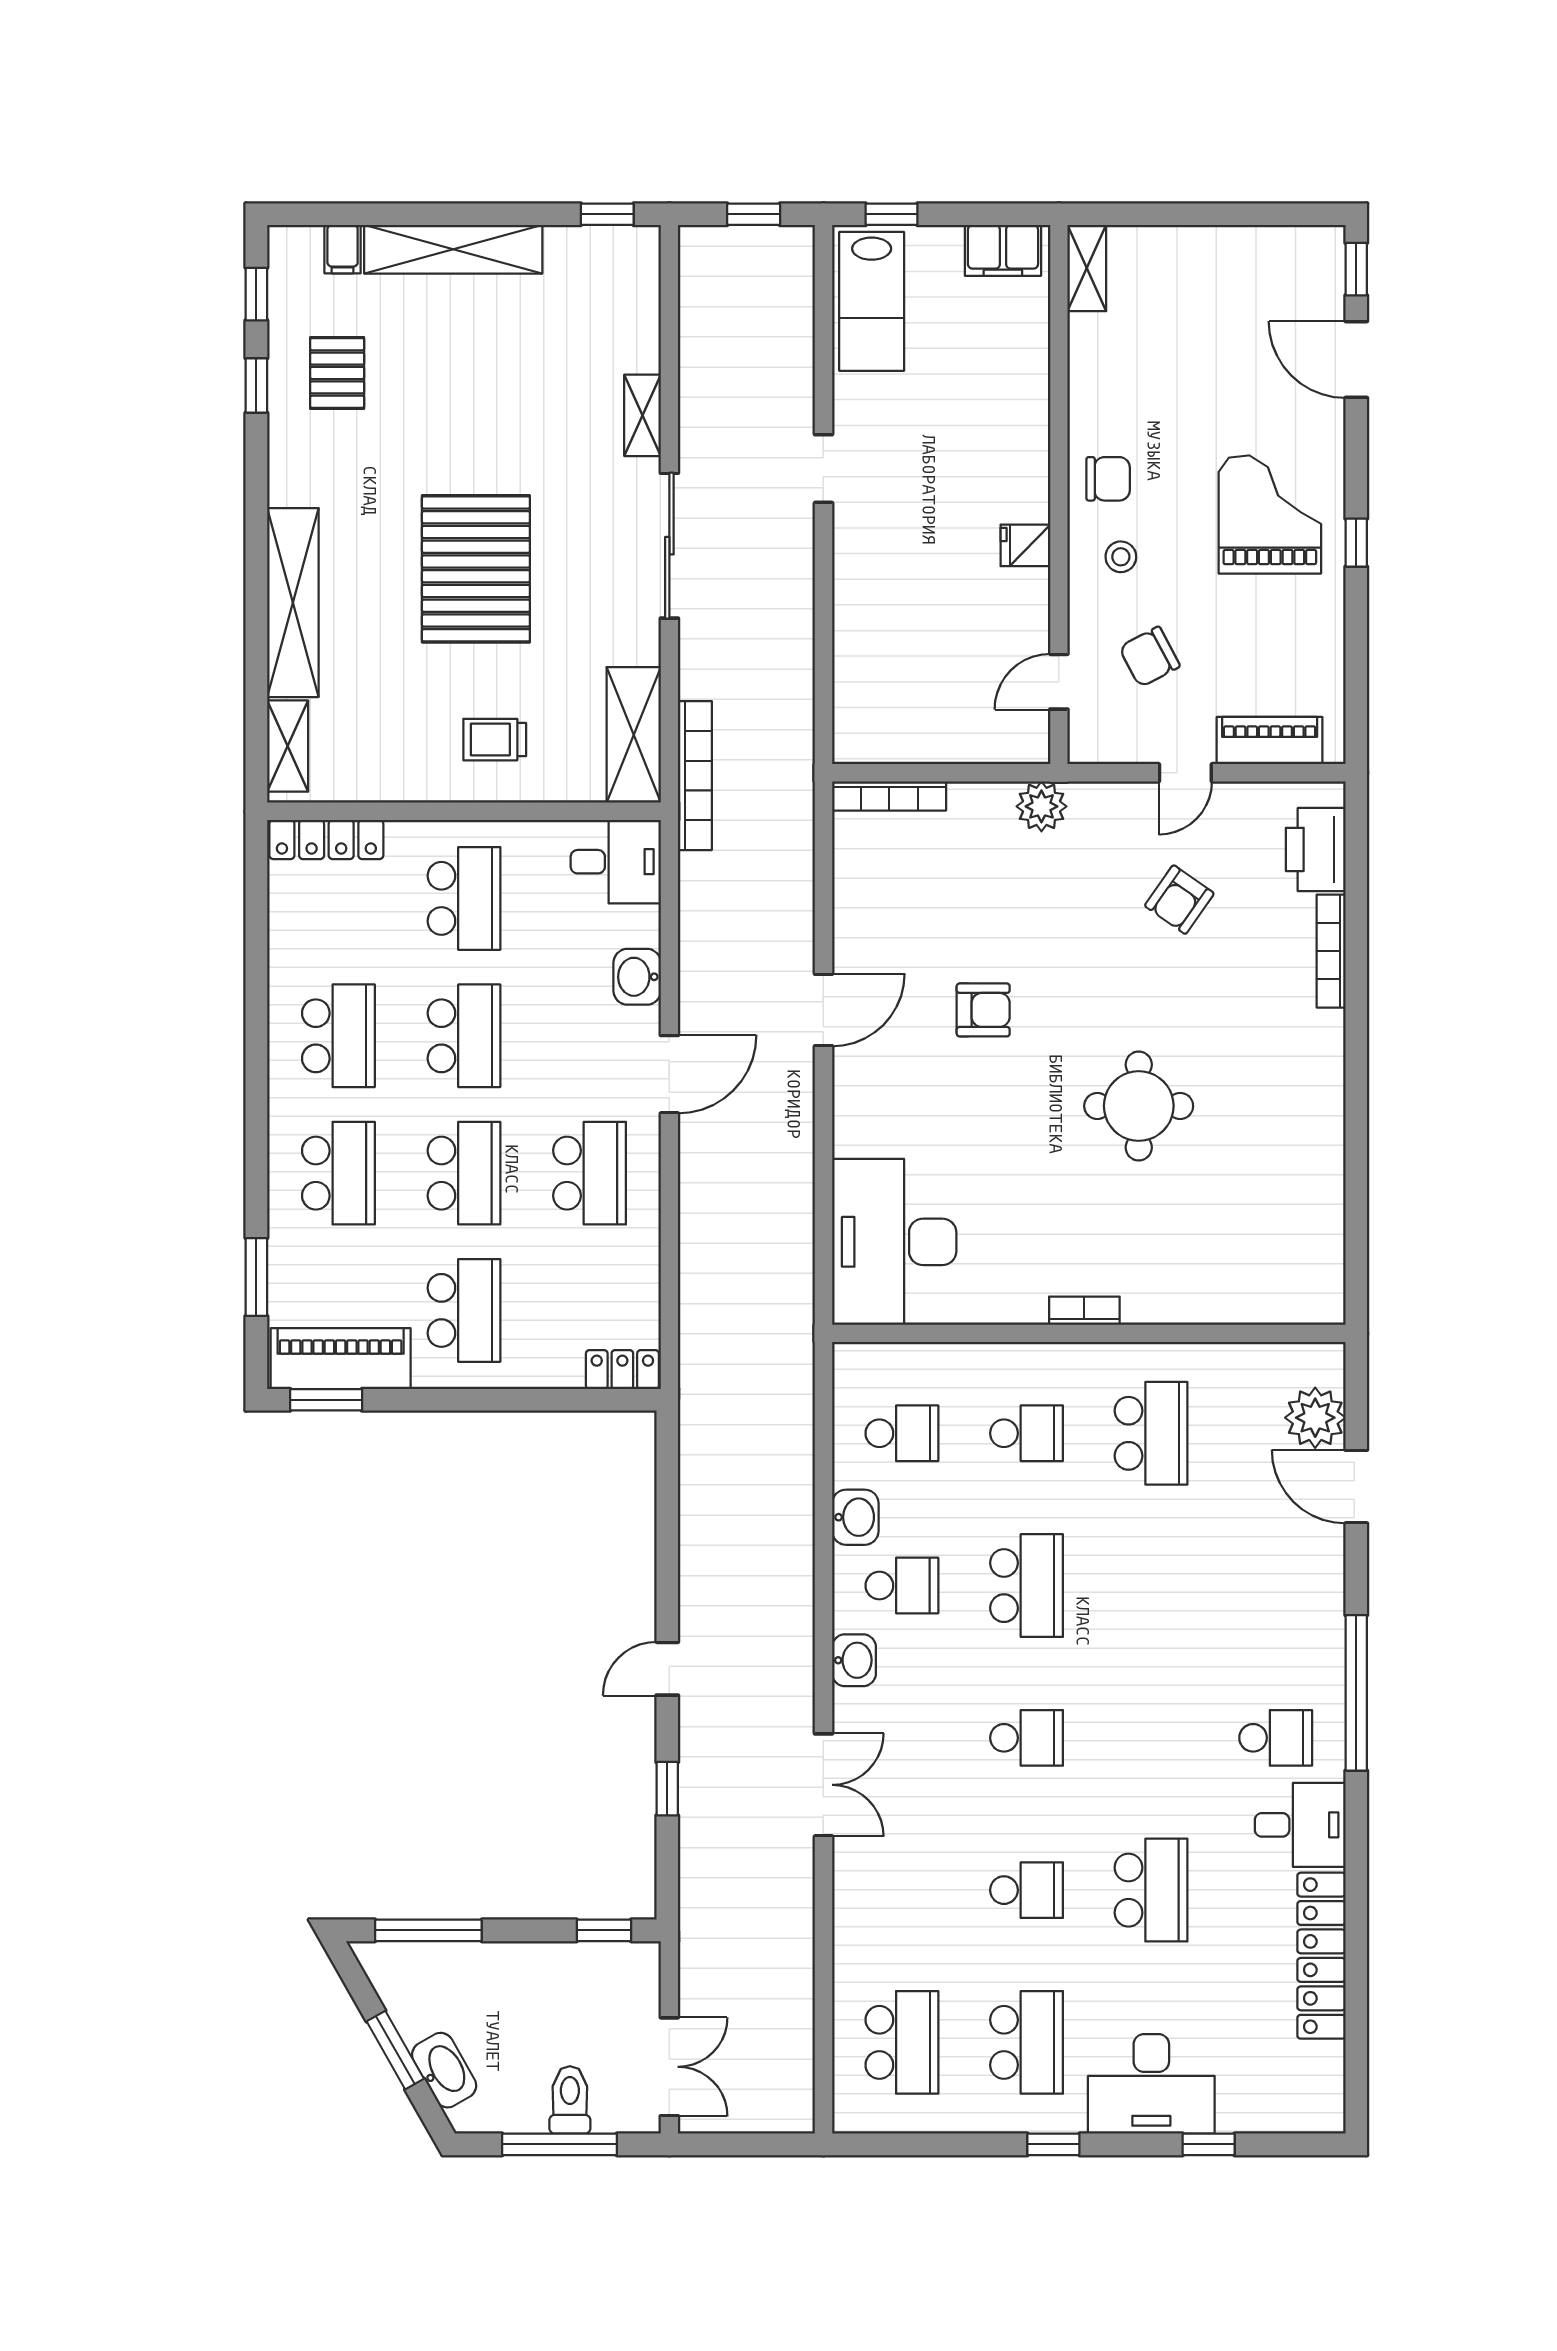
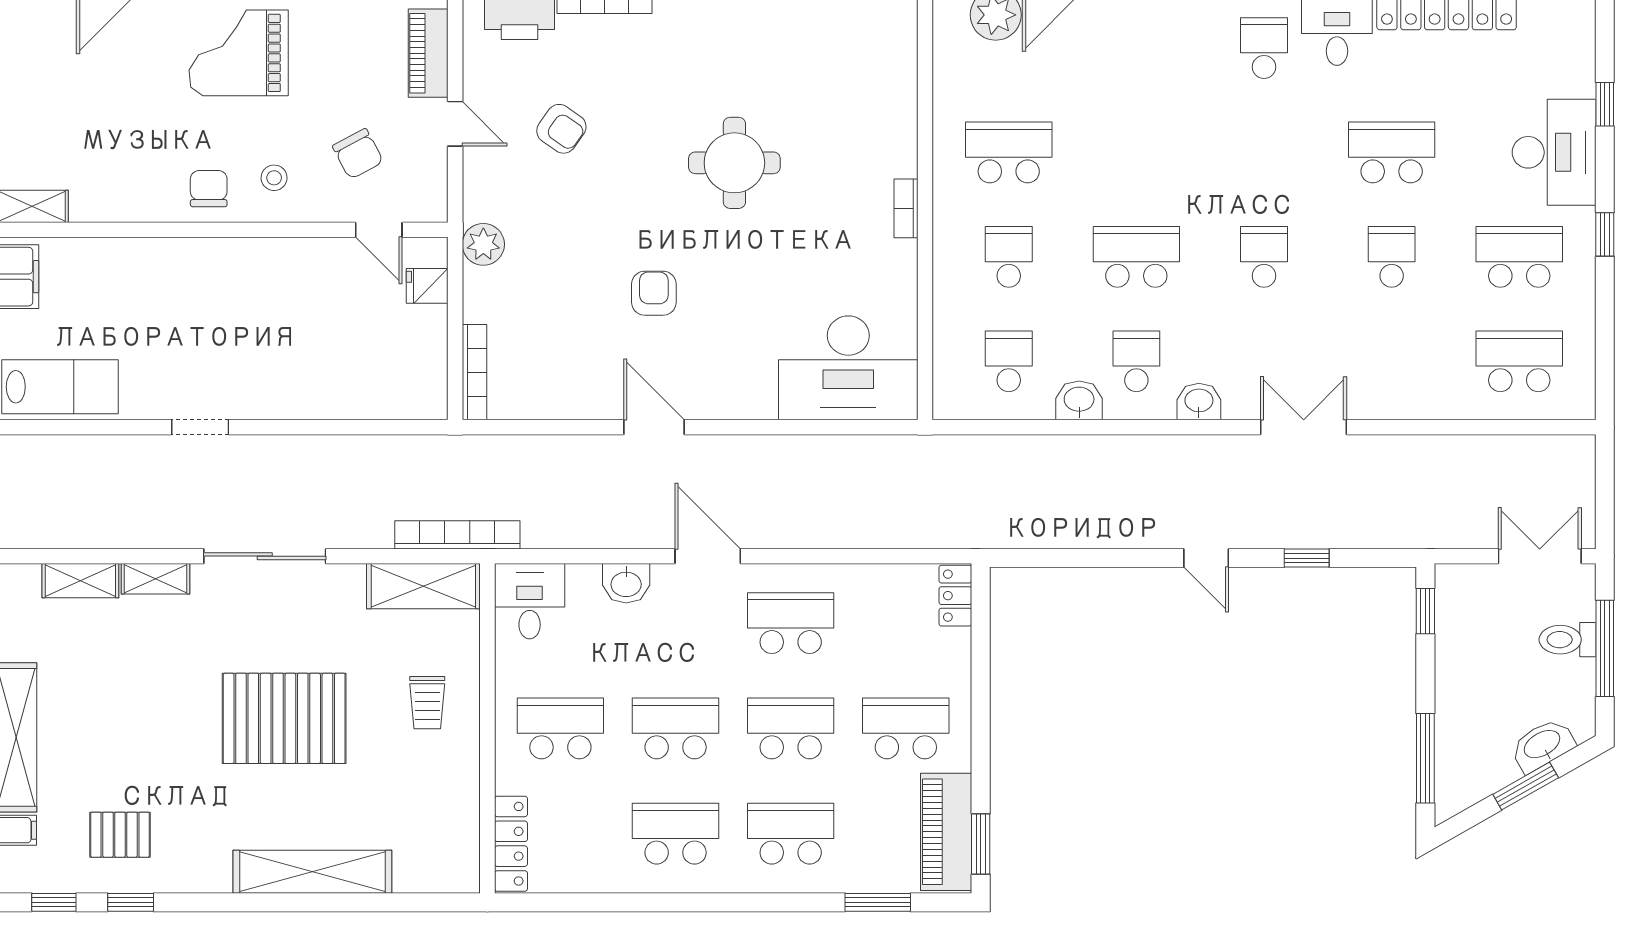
fridge: (1025, 545) -> (427, 286), moved, turned 90
shelving: (288, 746) -> (80, 581), moved

